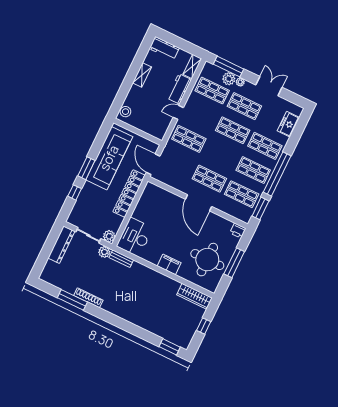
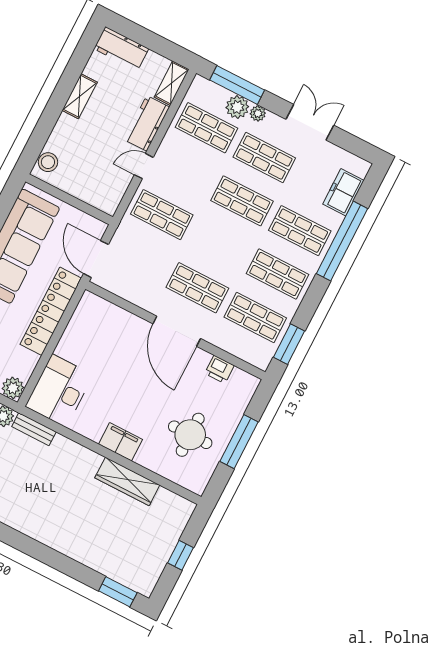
window: (277, 174) -> (342, 241), moved
printer: (238, 231) -> (219, 369), moved
round table: (207, 260) -> (190, 435), width x0.73, depth x0.73
wardrobe: (194, 296) -> (127, 481), moved

